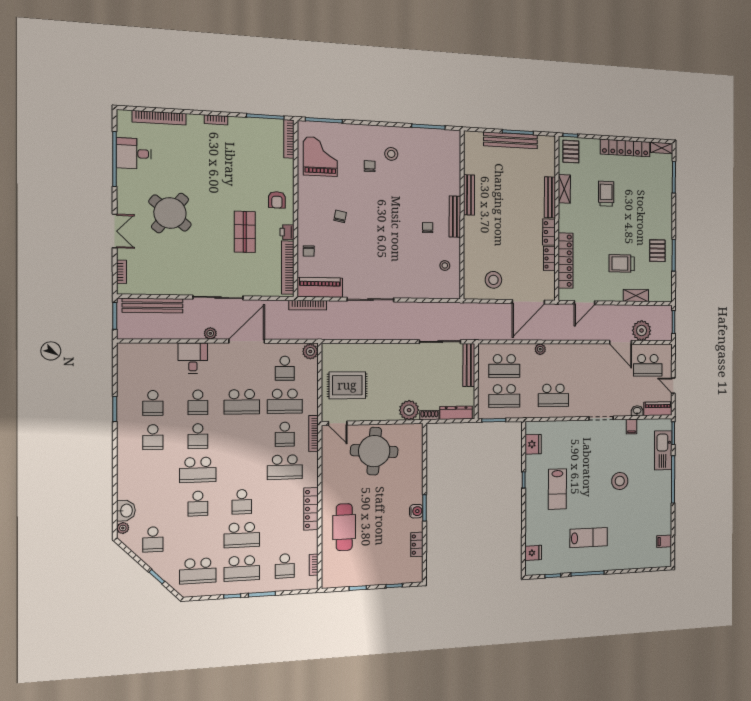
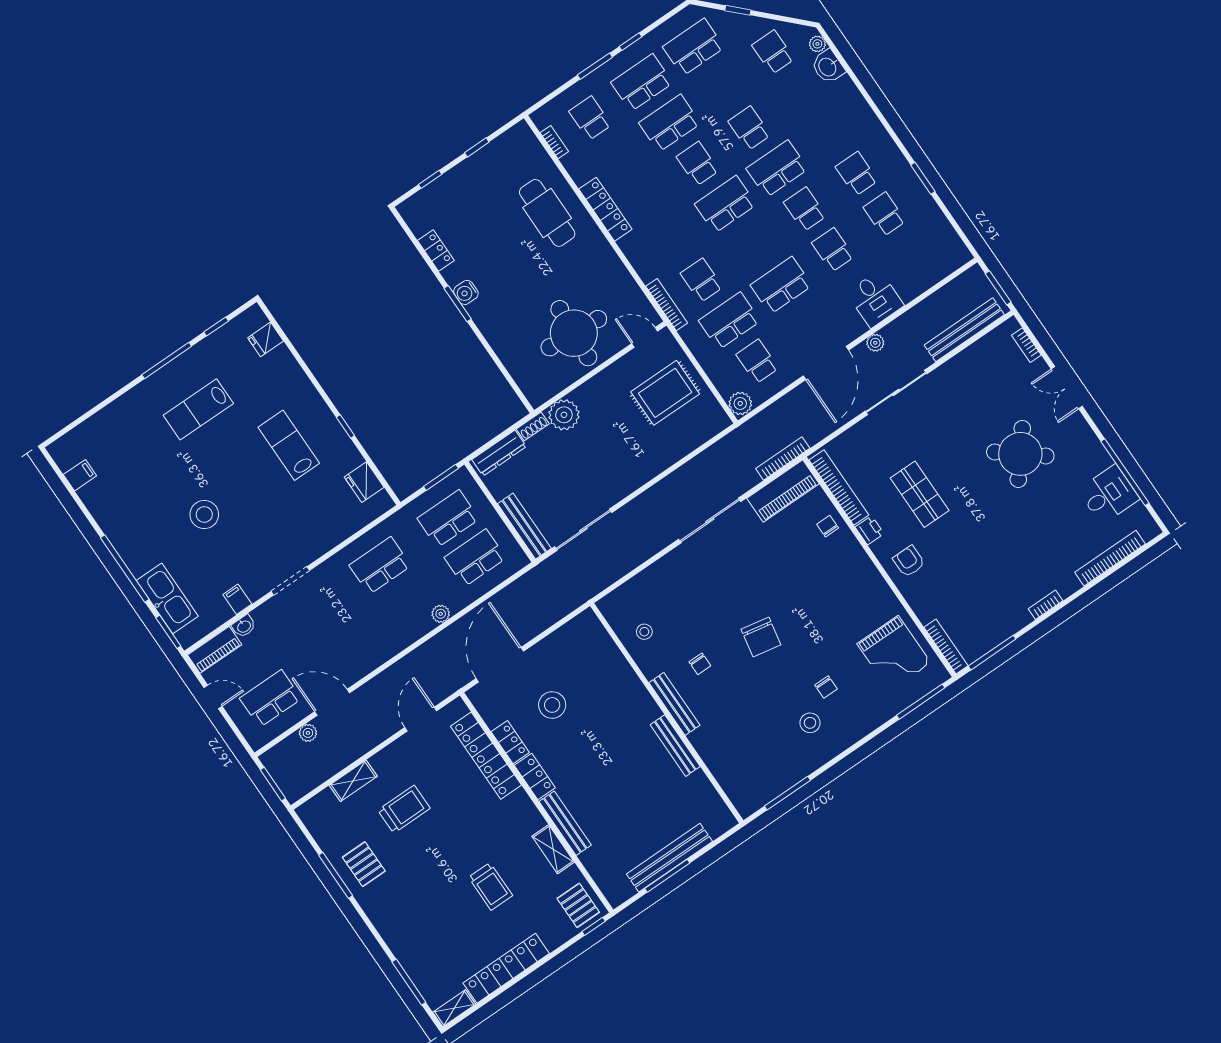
chair: (340, 216) -> (761, 637), moved, width x1.87, depth x1.87
stool: (493, 280) -> (552, 705), moved
plant: (642, 331) -> (308, 733), width x0.53, depth x0.53
school desk: (285, 467) -> (725, 204), moved

